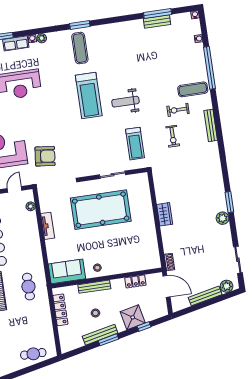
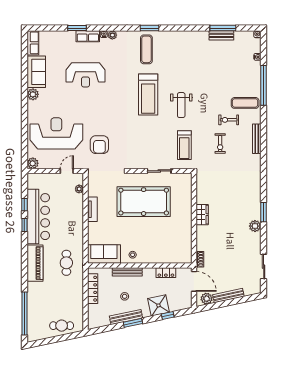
weight bench: (125, 102) -> (181, 105), turned -90
armchair: (45, 156) -> (99, 145), turned 84
plant: (227, 286) -> (207, 299), moved

